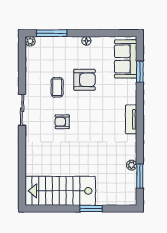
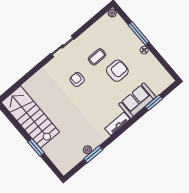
window: (52, 33) -> (139, 33), moved
sofa: (126, 59) -> (137, 101), moved
armchair: (84, 80) -> (117, 71), turned -90
window: (140, 176) -> (93, 154), moved

